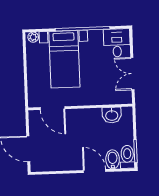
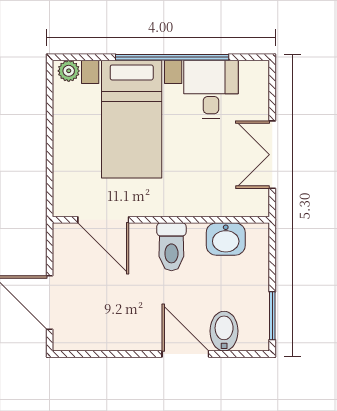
desk: (117, 43) -> (211, 89), moved
toilet: (127, 157) -> (171, 247), moved, turned 180

